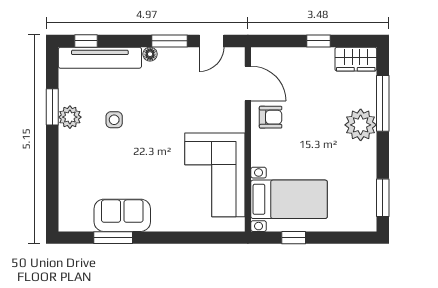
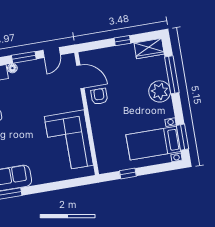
armchair: (271, 117) -> (99, 96), turned -90
bed with nightstands: (289, 199) -> (153, 143), moved, turned 180

